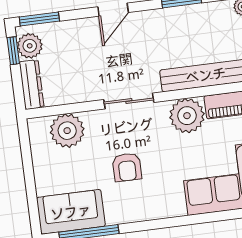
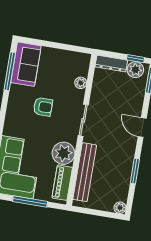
plant: (67, 131) -> (81, 83), width x0.53, depth x0.53
armchair: (127, 167) -> (43, 107), turned 180

